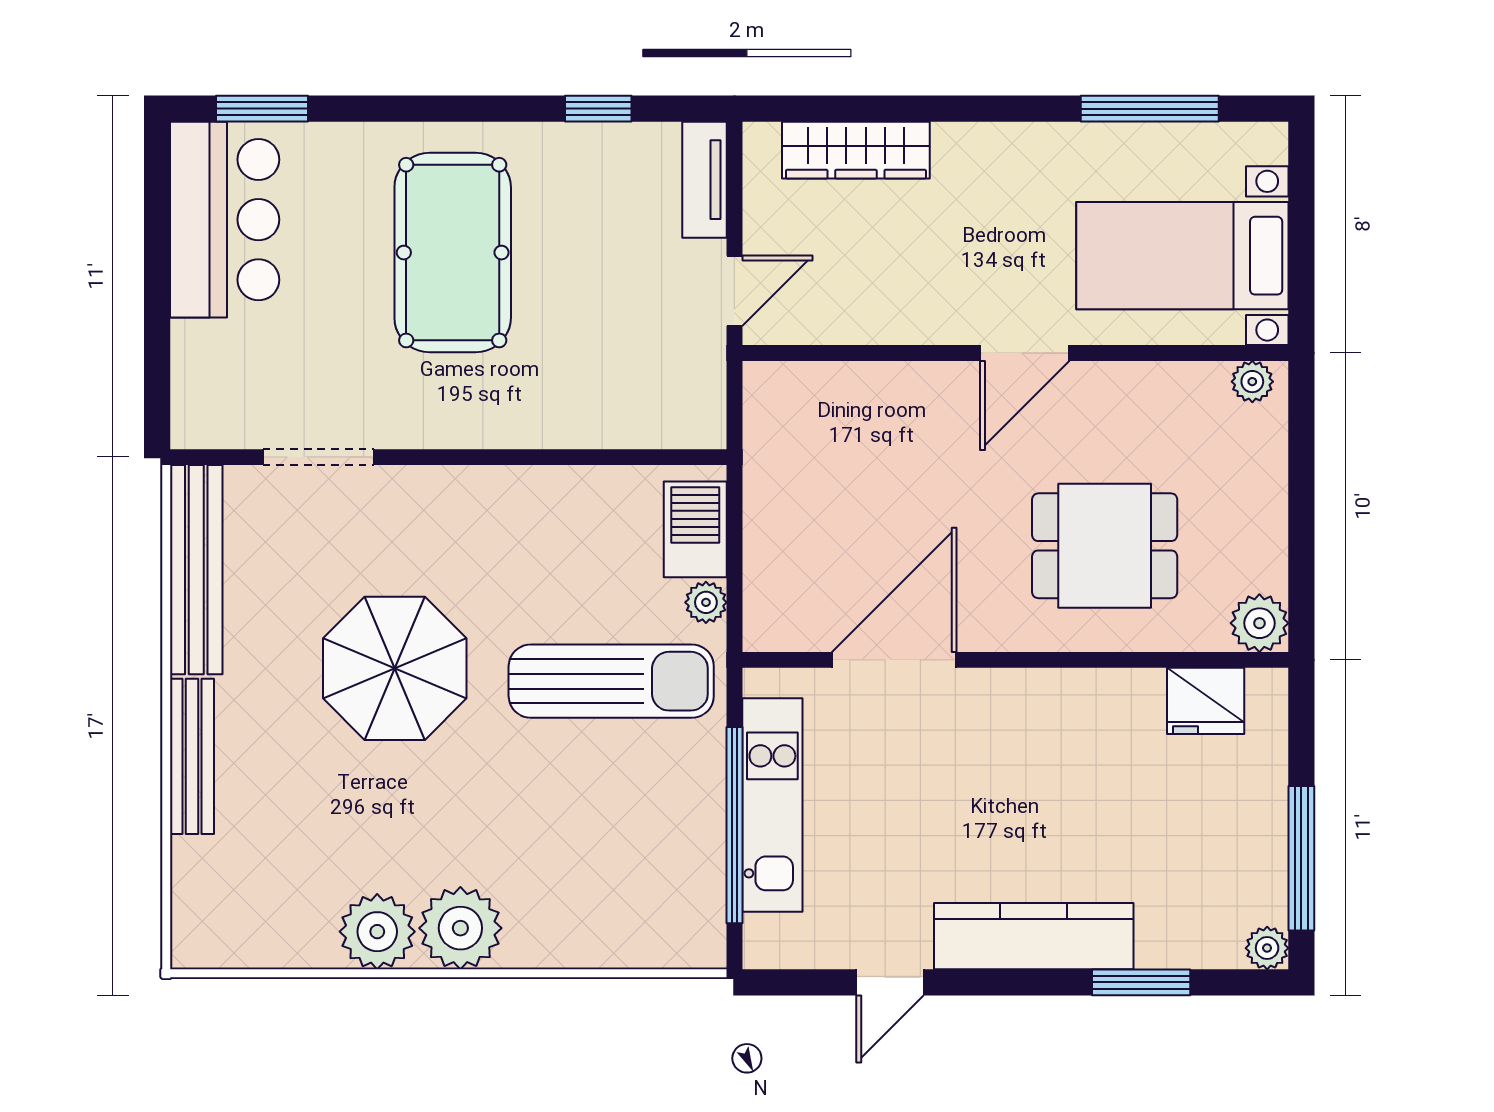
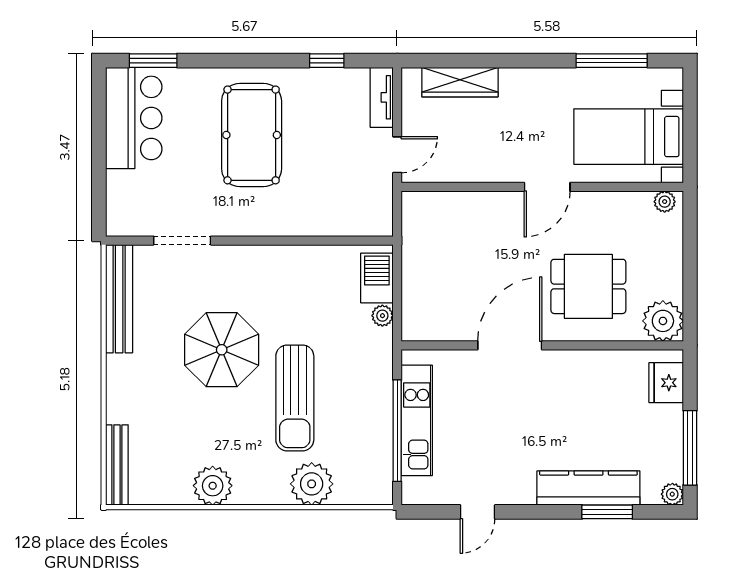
plant: (1259, 623) -> (663, 321), width x1.36, depth x1.36
door: (894, 660) -> (510, 345), moved
sun lounger: (611, 681) -> (295, 398), moved, turned 90
fridge: (1206, 701) -> (666, 383), moved, turned 90
bench: (192, 756) -> (117, 465), moved
plant: (460, 928) -> (312, 484), moved
kitchen counter: (1034, 936) -> (588, 488), moved

